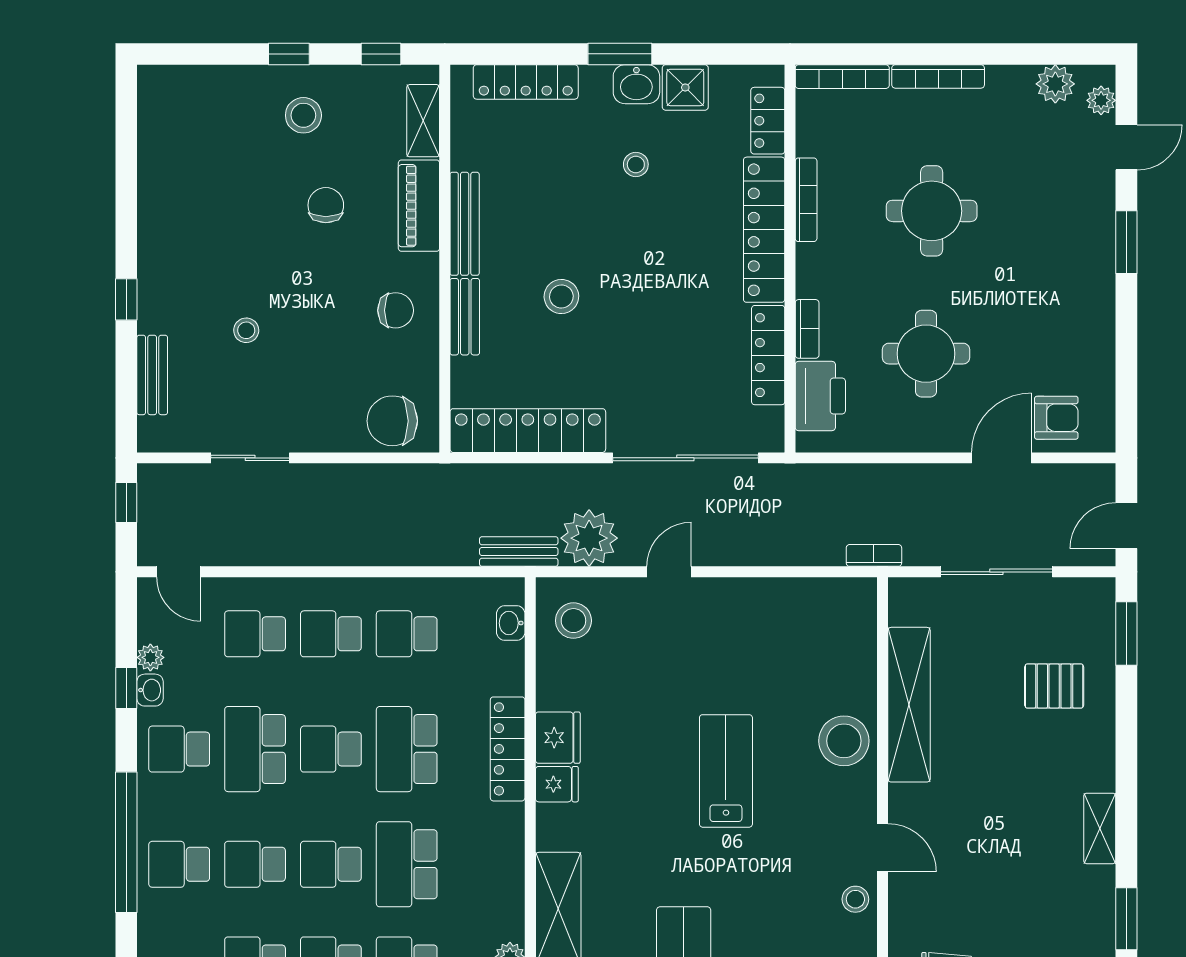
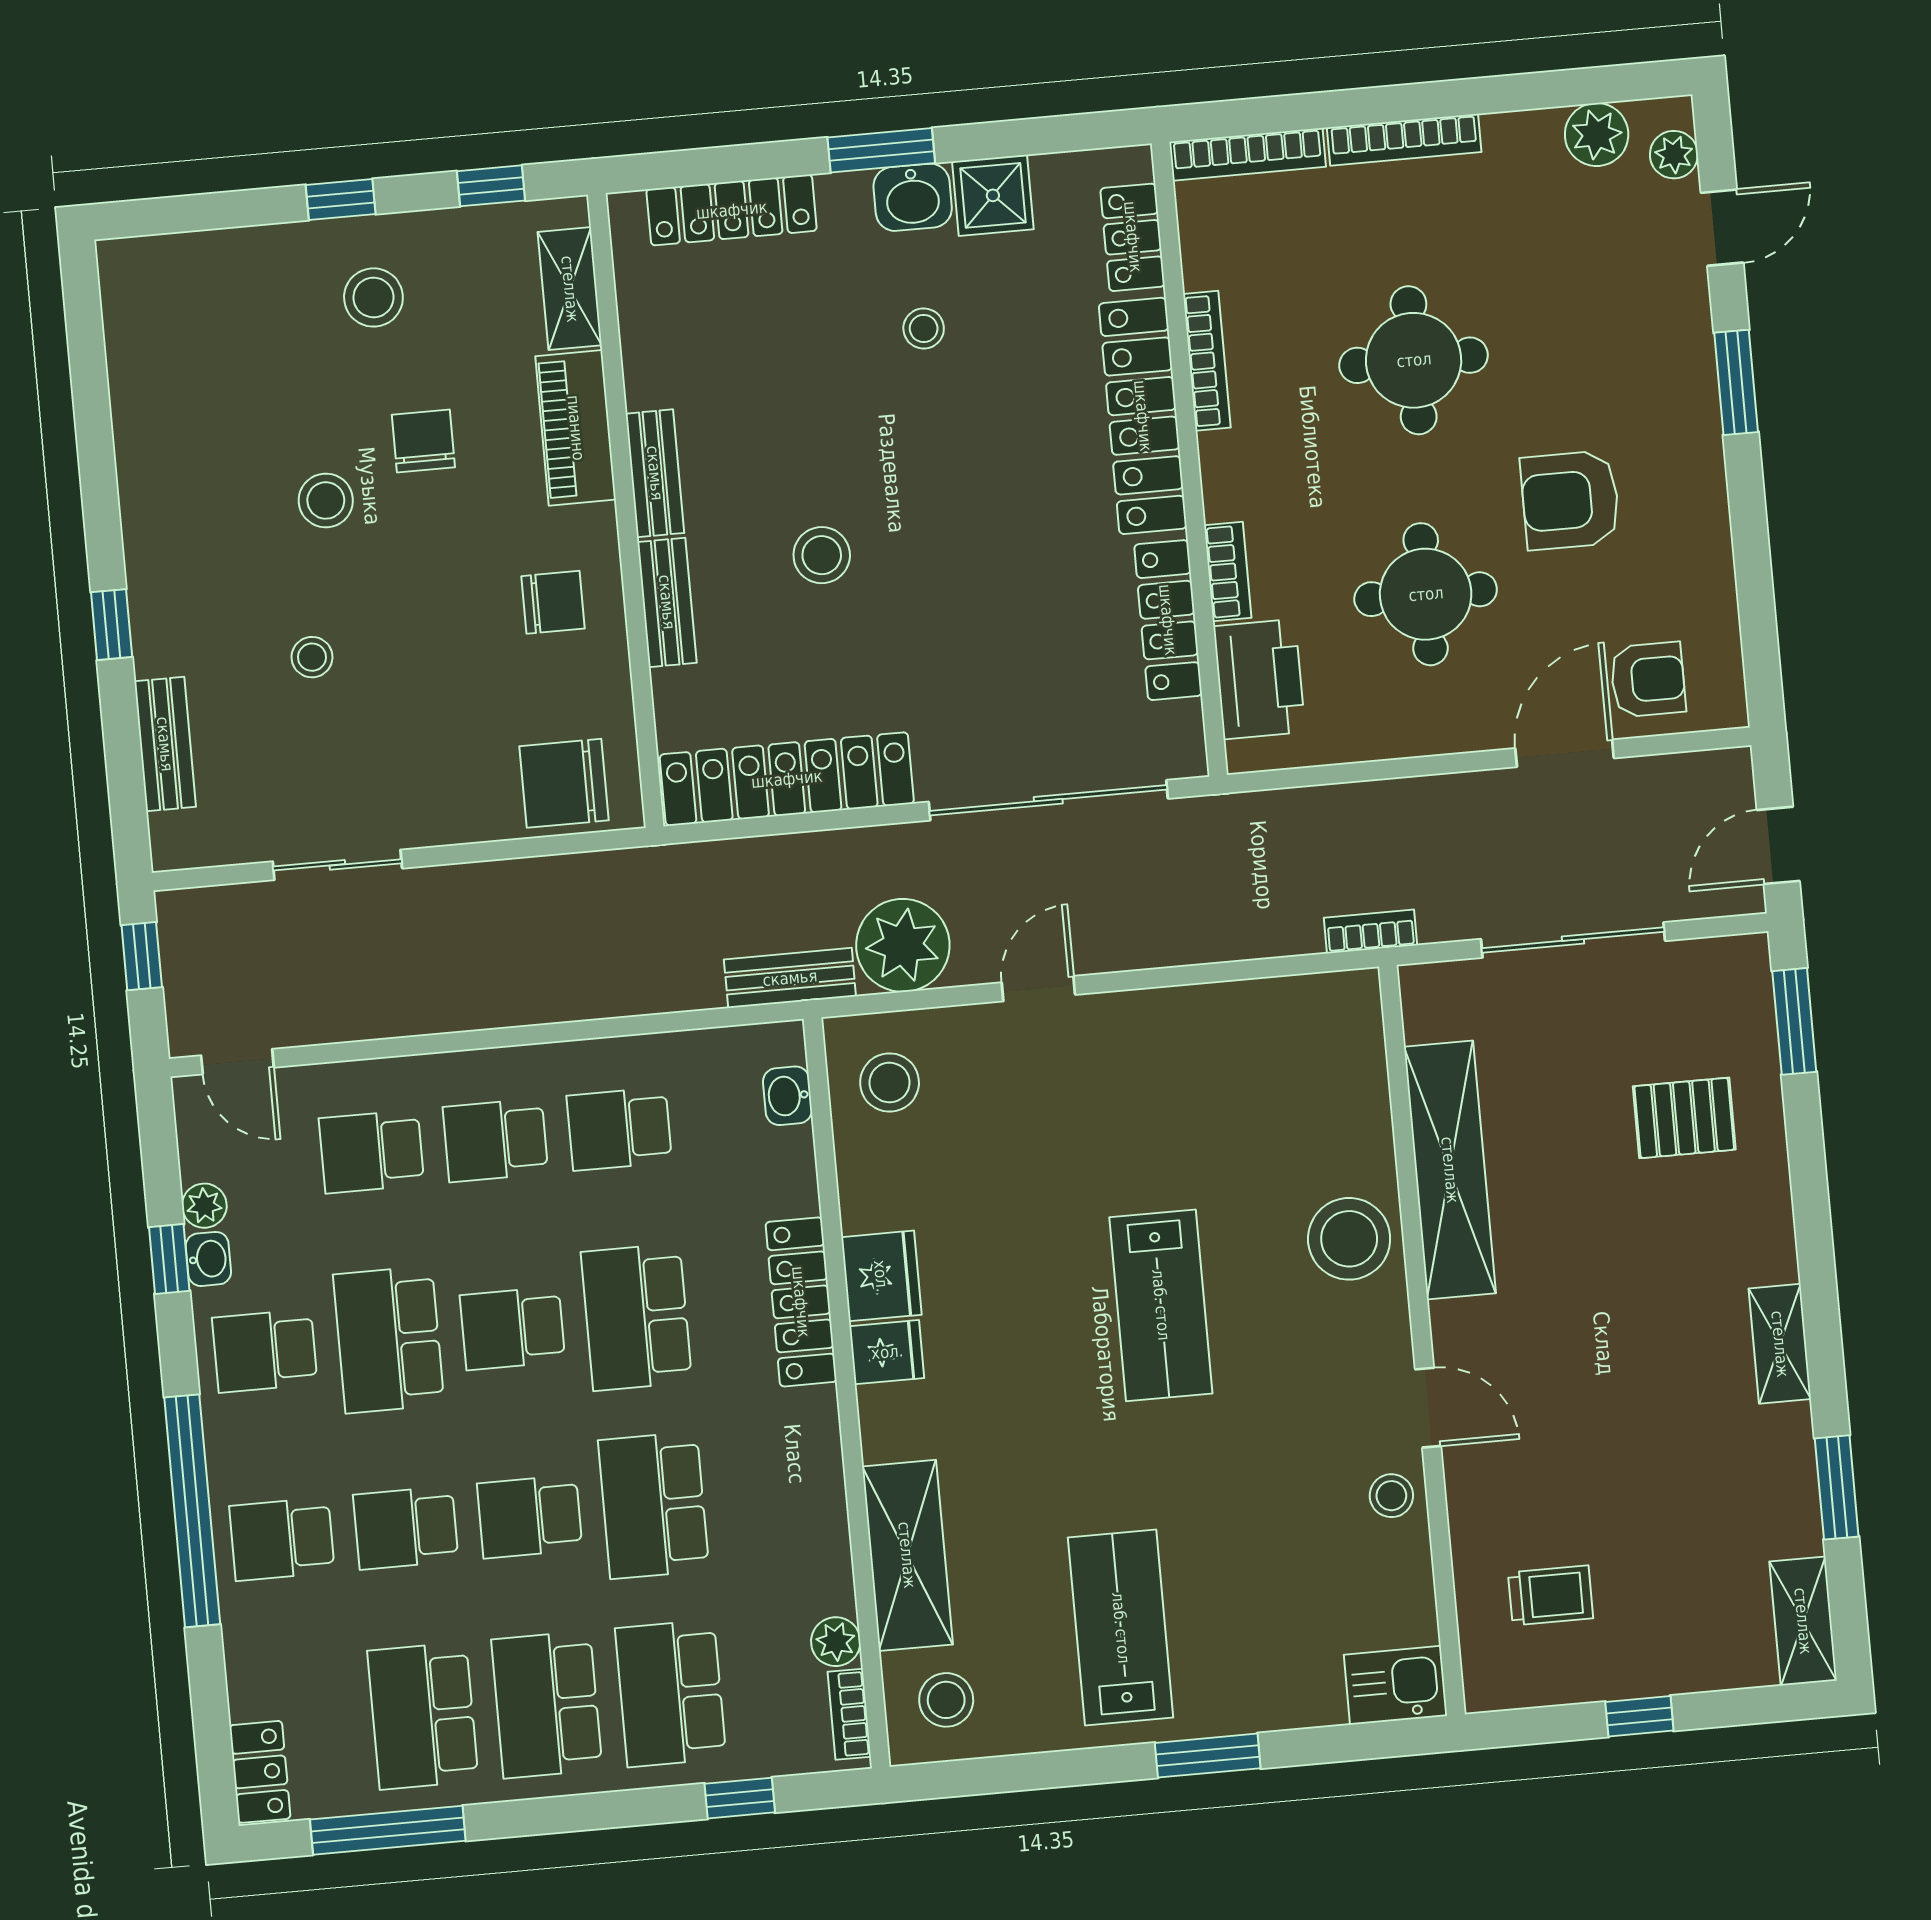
bench: (465, 224) -> (655, 473), width x0.73
stool: (263, 236) -> (326, 500), added
armchair: (1019, 304) -> (1570, 500), added
lab bench: (726, 771) -> (1161, 1305), turned 180

